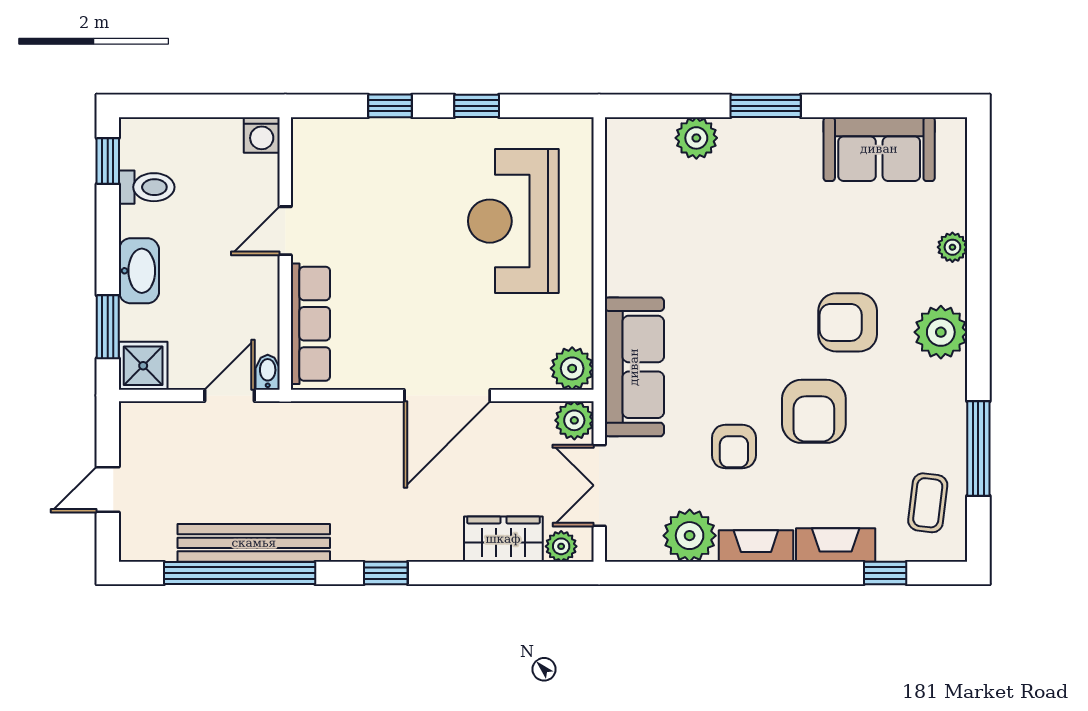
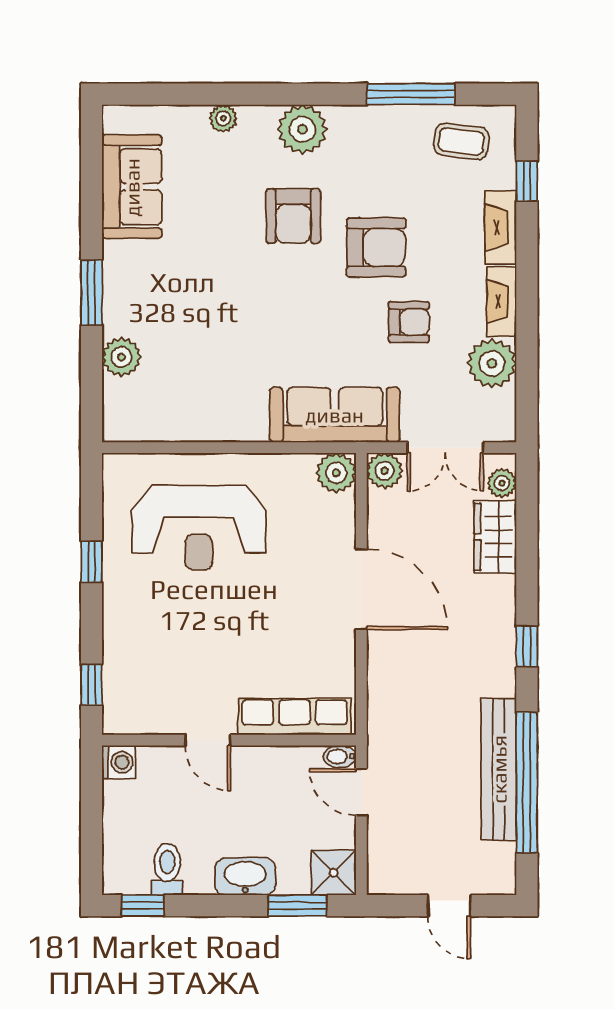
window: (390, 106) -> (91, 685), moved

